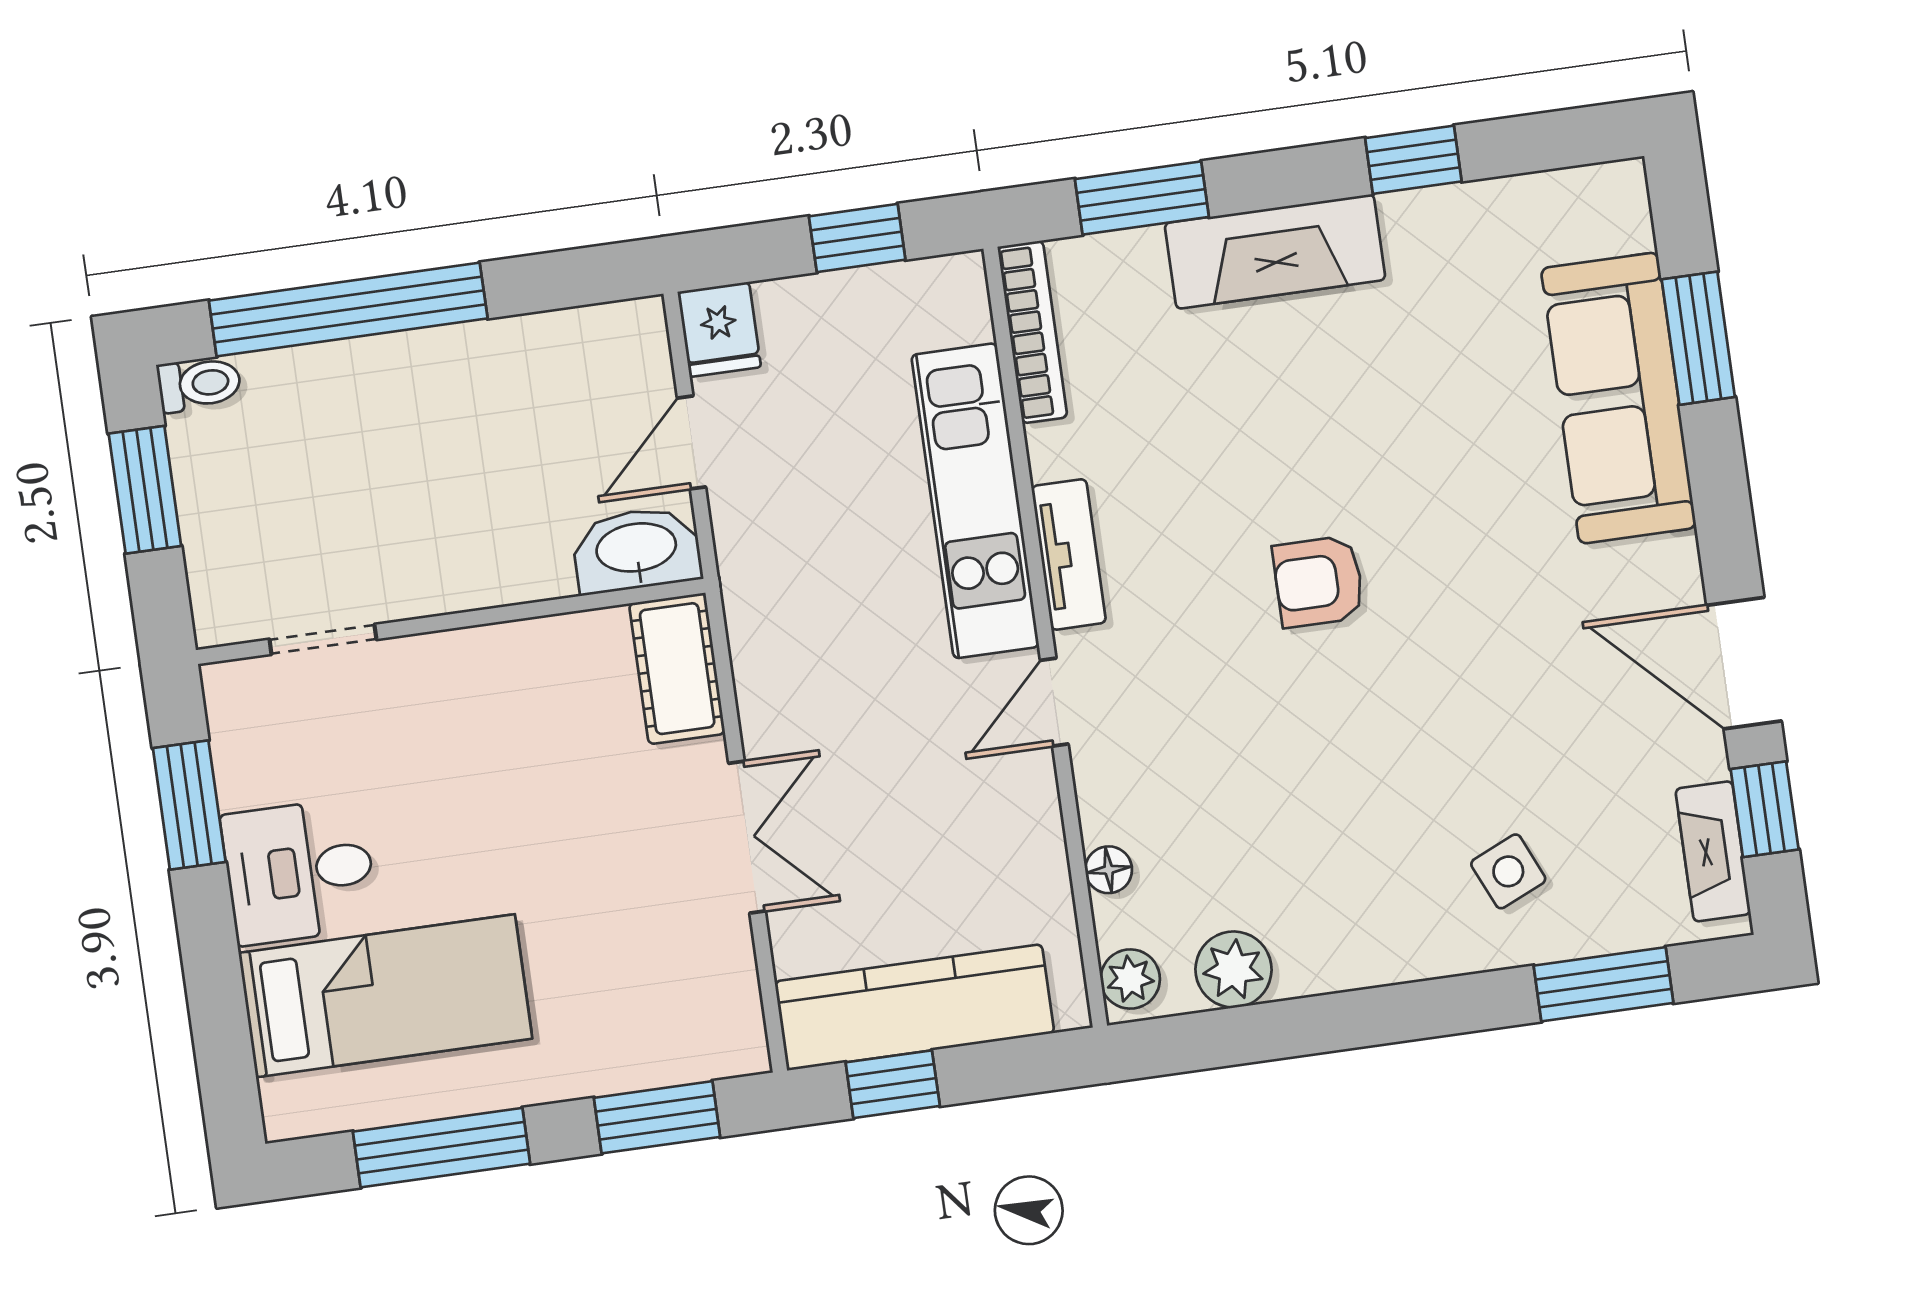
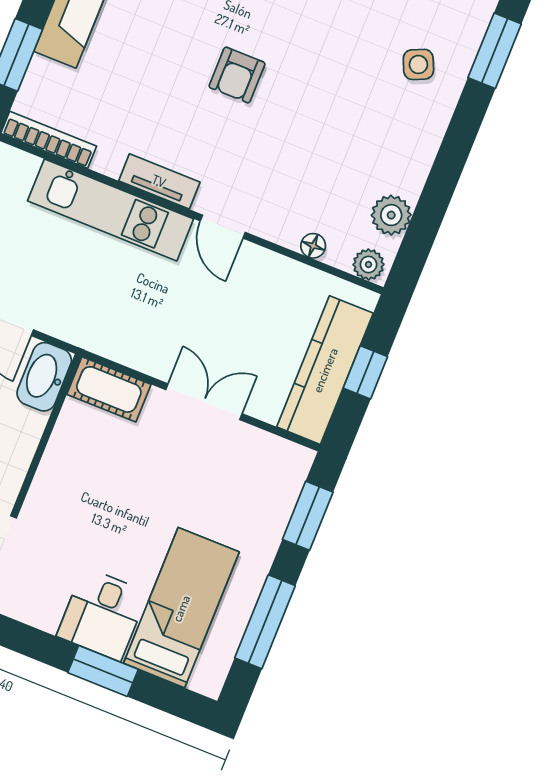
window: (189, 805) -> (103, 671), moved
window: (893, 1084) -> (365, 372), moved

